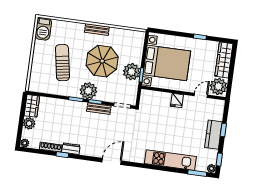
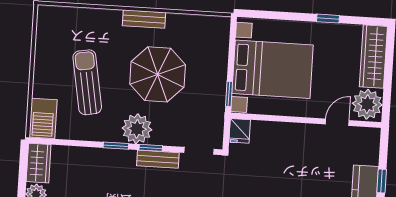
barbecue: (43, 29) -> (43, 118), moved
plant: (132, 72) -> (211, 89), removed
fridge: (177, 100) -> (240, 131), moved

